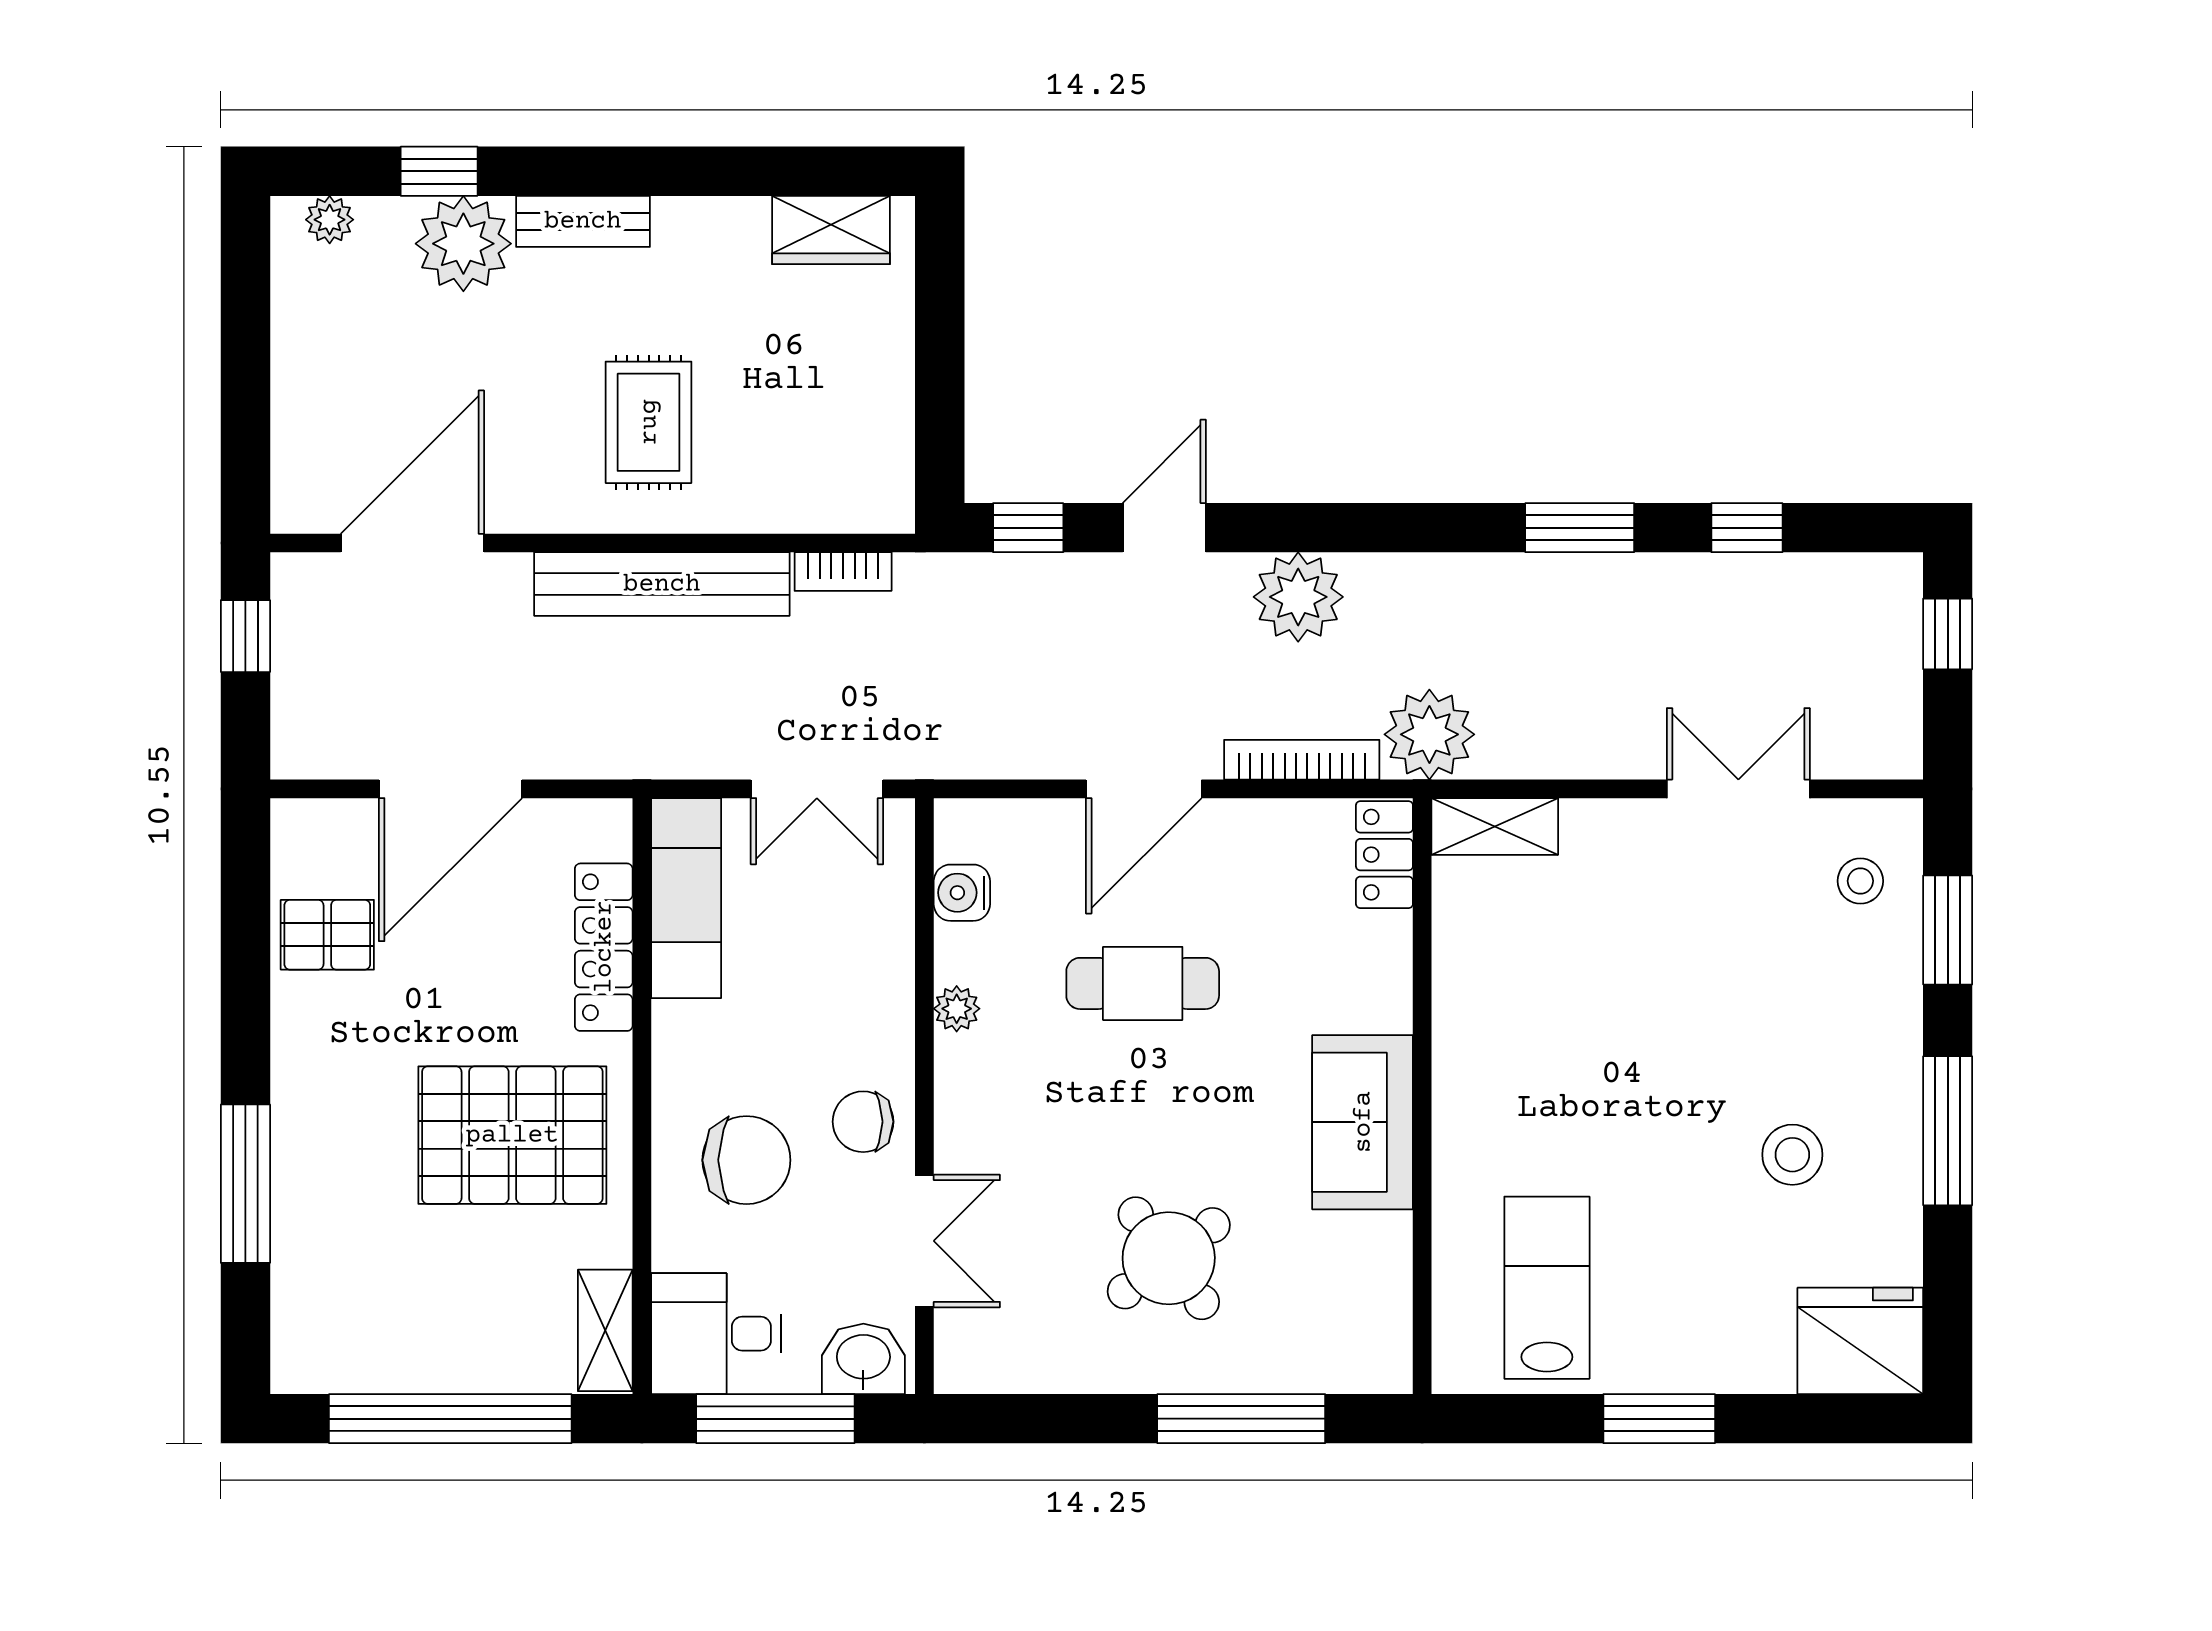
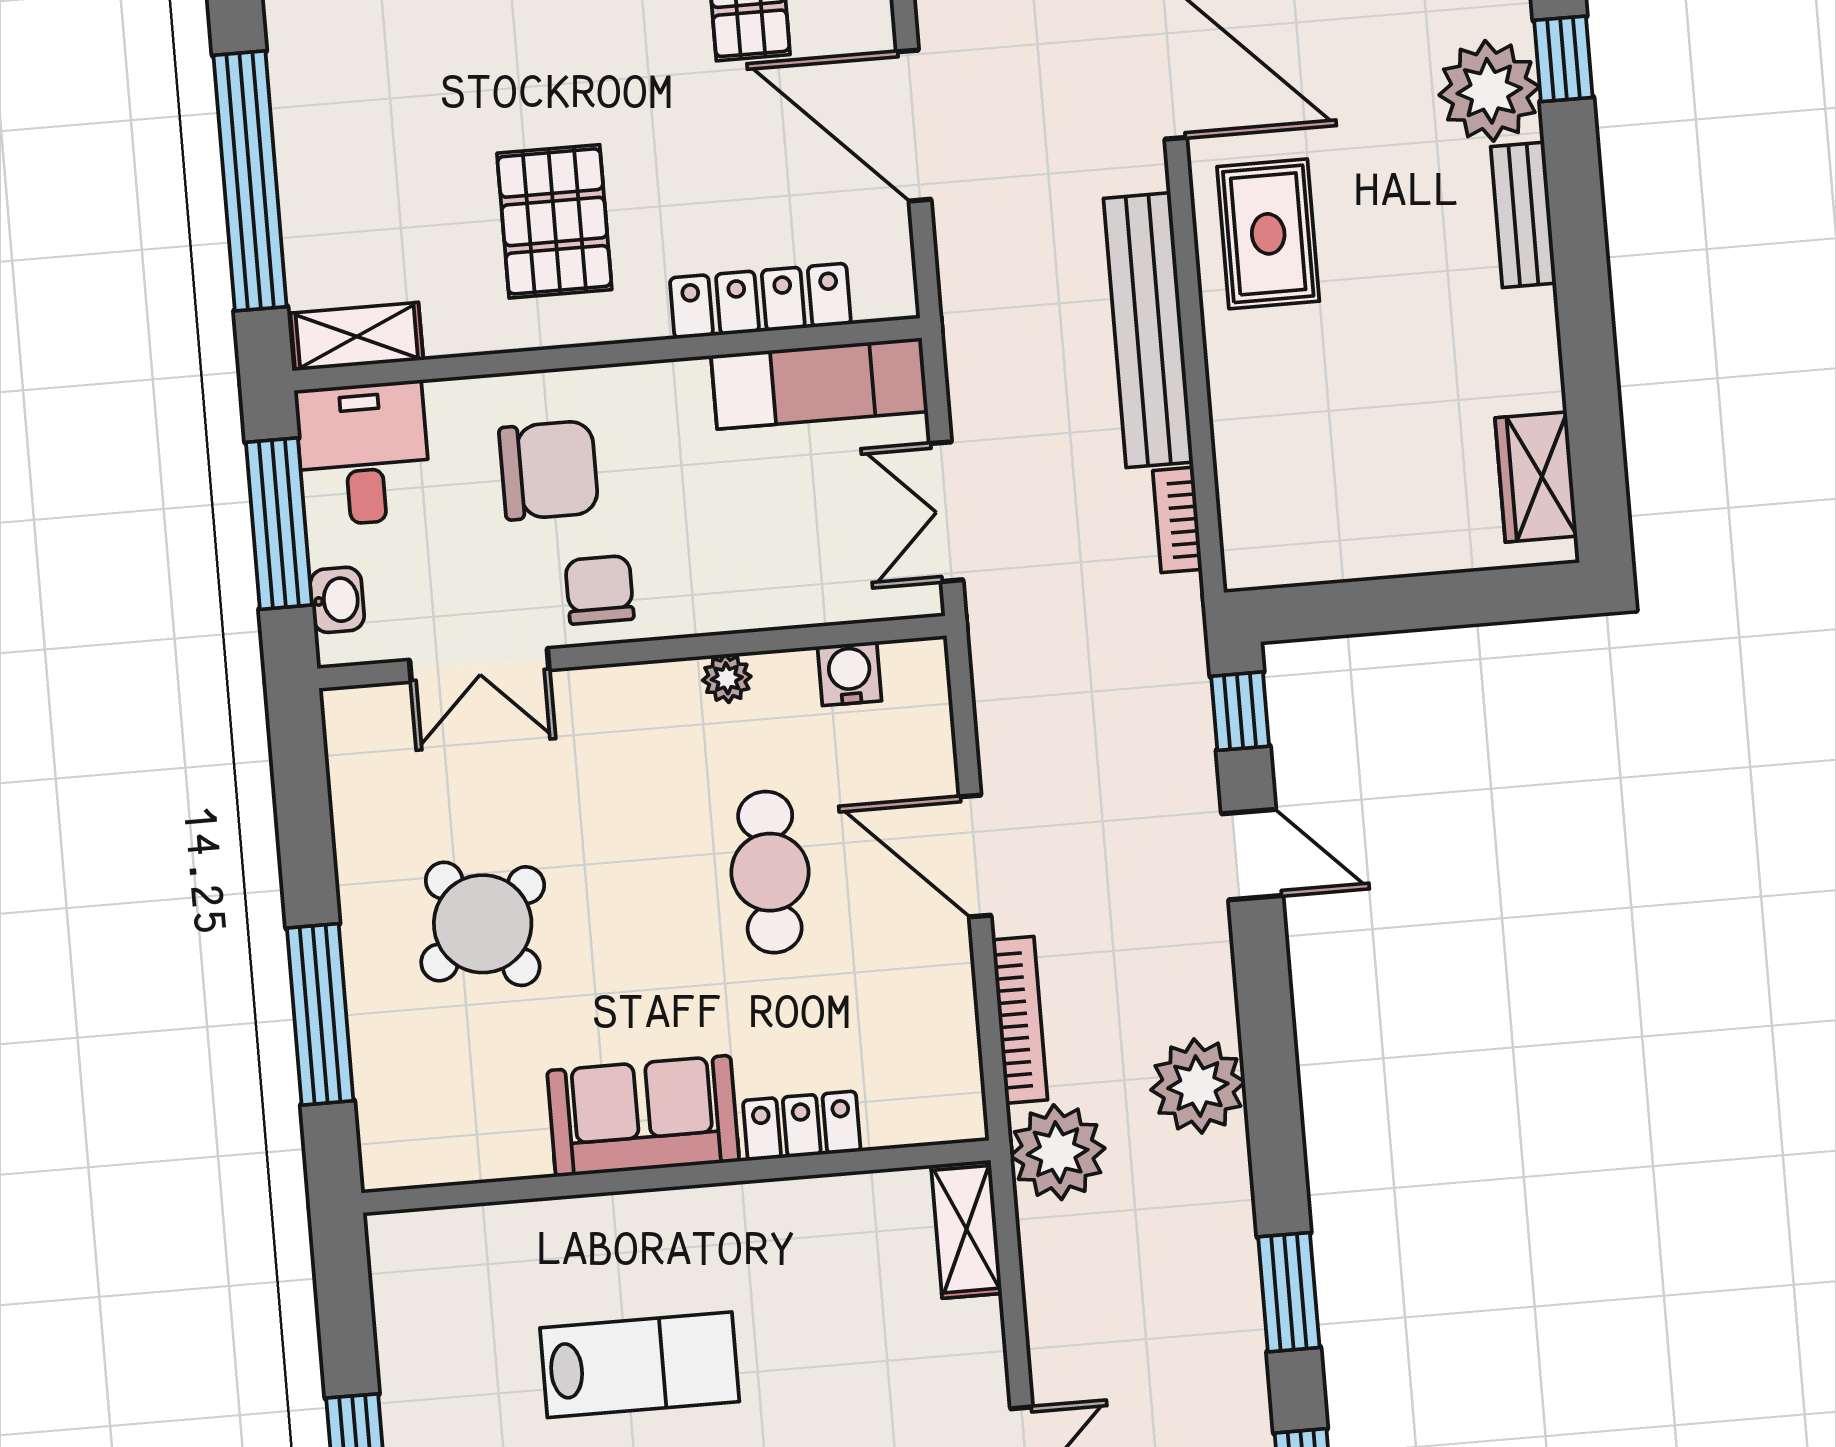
rug: (649, 422) -> (1268, 234), moved, turned 90
plant: (1298, 597) -> (1198, 1086), moved
locker: (1384, 855) -> (802, 1126), moved
pallet: (512, 1135) -> (554, 221), width x0.73, depth x0.71
chair: (746, 1160) -> (549, 470), turned -90
lab bench: (1547, 1288) -> (640, 1365), moved
washbasin: (863, 1359) -> (337, 600), width x0.72, depth x0.69

